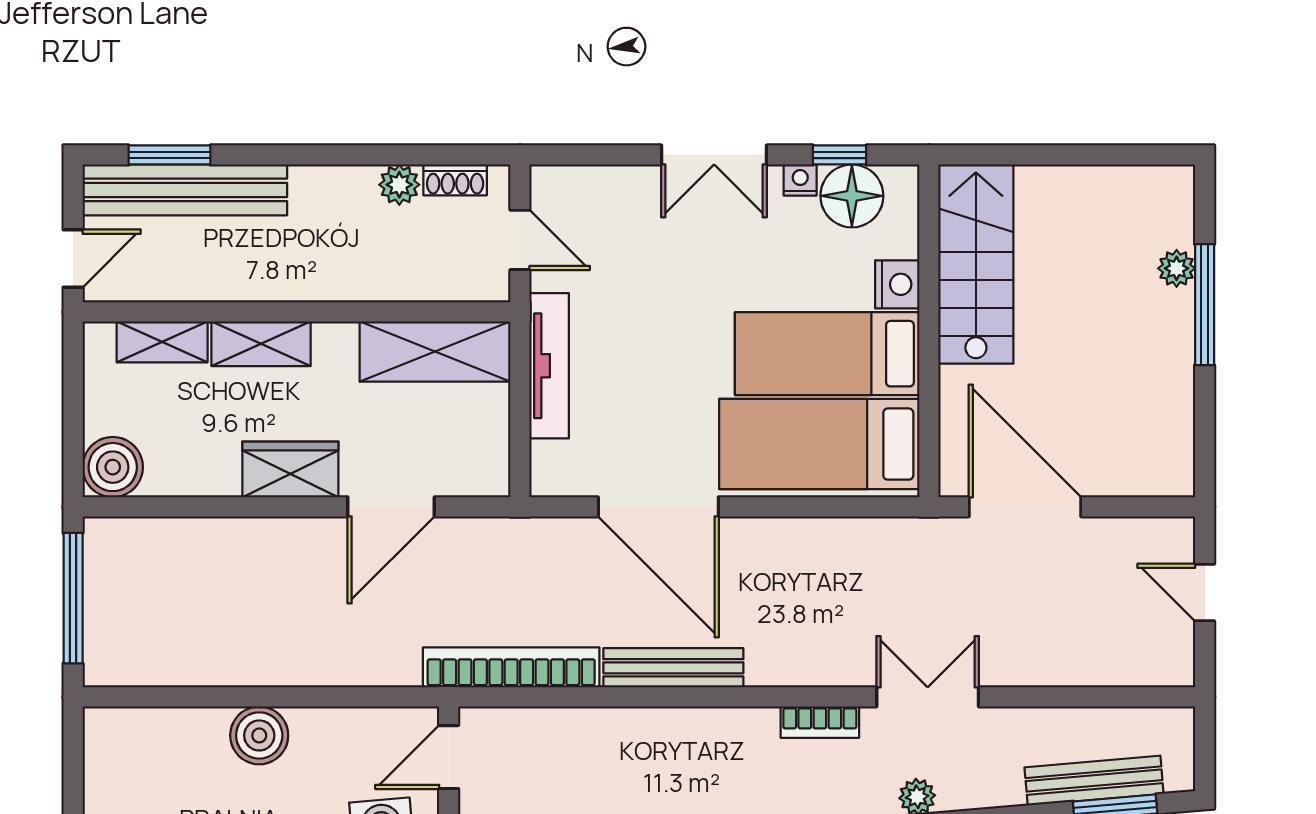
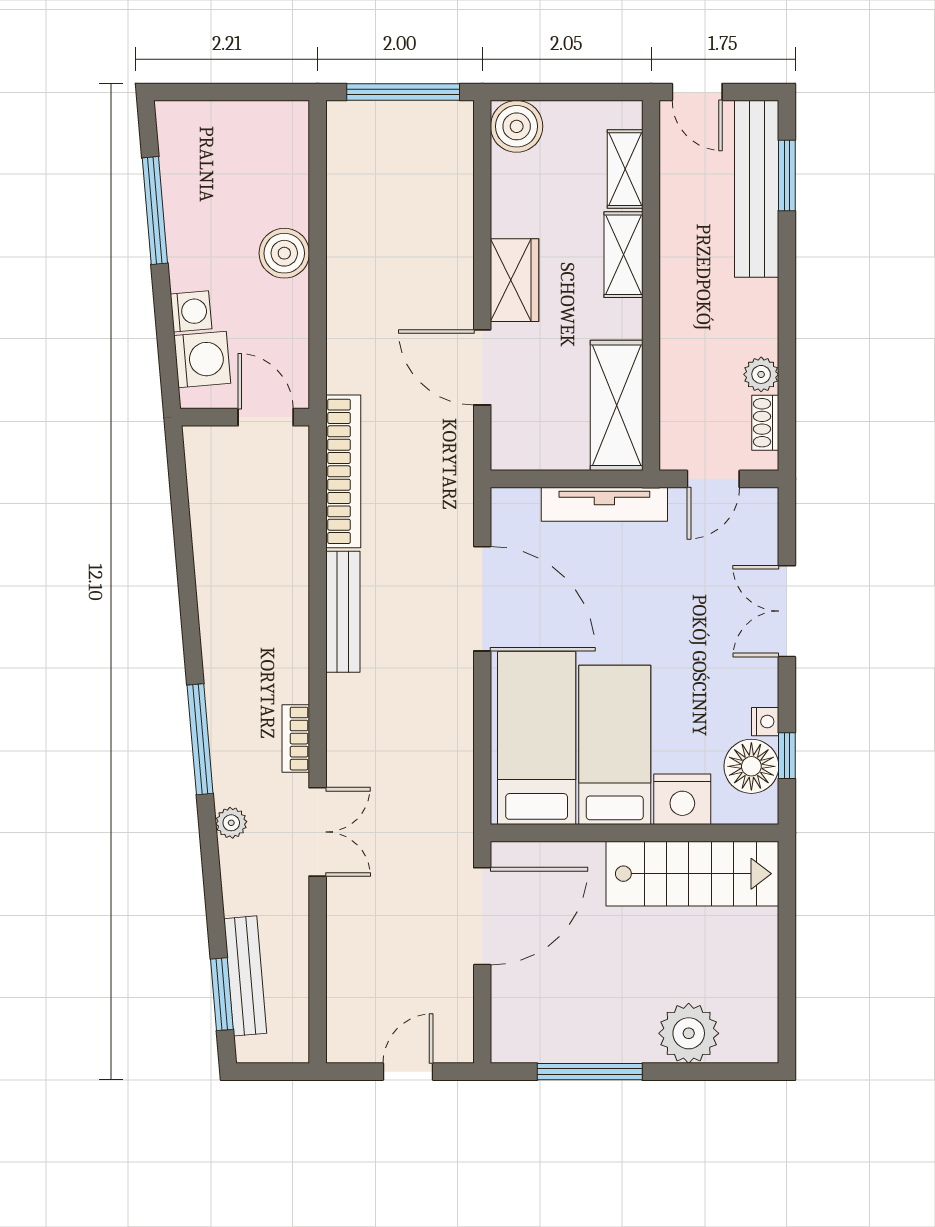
double door: (714, 155) -> (787, 611), moved
plant: (1177, 268) -> (689, 1033), width x1.87, depth x1.87
nightstand: (897, 284) -> (682, 799), width x1.36, depth x1.33
window: (1205, 305) -> (590, 1072), moved
door: (658, 507) -> (482, 599), swing flipped

